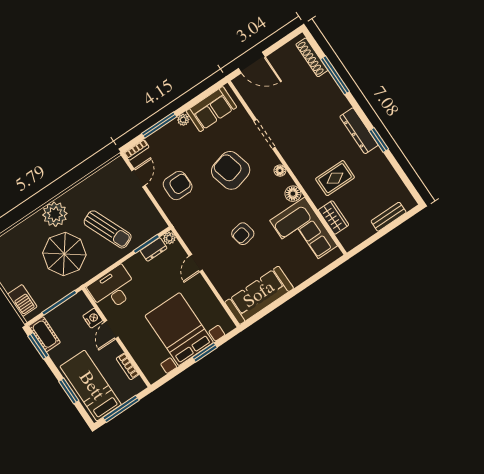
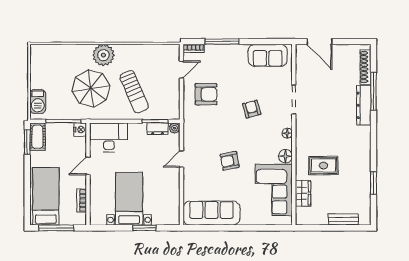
plant: (183, 120) -> (242, 49), removed
dresser: (359, 131) -> (364, 105), moved
window: (379, 140) -> (374, 183), moved
armchair: (231, 170) -> (252, 109), width x0.53, depth x0.53
nightstand: (93, 318) -> (80, 130), moved
bed with nightstands: (179, 329) -> (129, 199), width x0.73
window: (69, 391) -> (27, 190), removed

